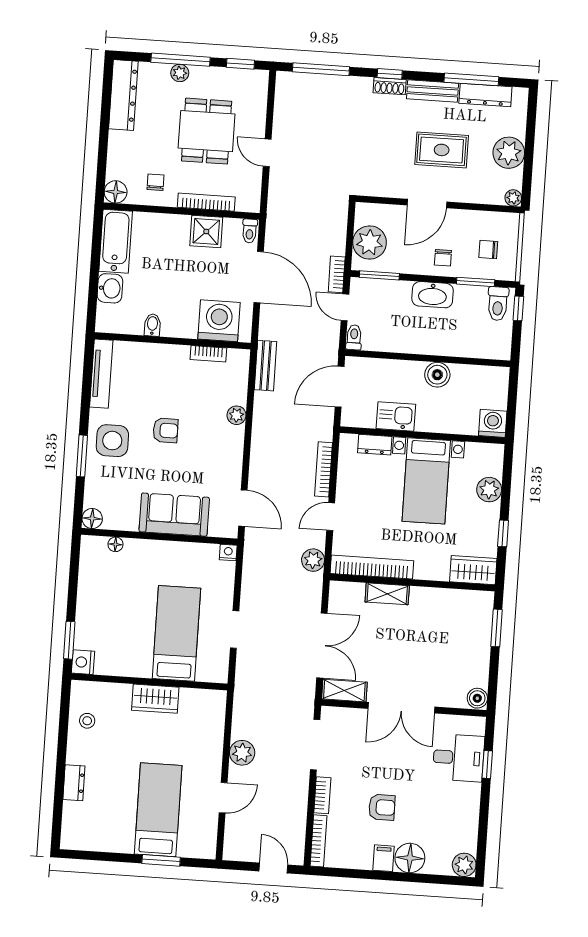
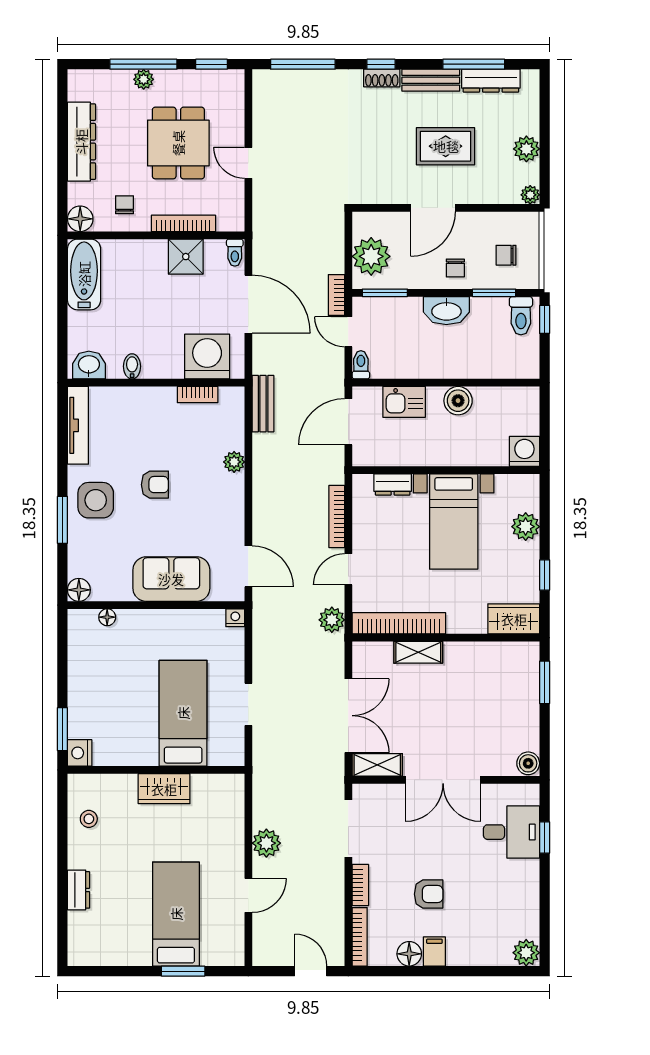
dresser: (123, 95) -> (81, 142), moved
plant: (509, 153) -> (526, 149), width x0.73, depth x0.73
washbasin: (110, 288) -> (89, 365), moved, turned -90
kitchen sink: (396, 416) -> (404, 402), moved, turned 180
floor lamp: (410, 858) -> (409, 954), moved, width x0.73, depth x0.73

